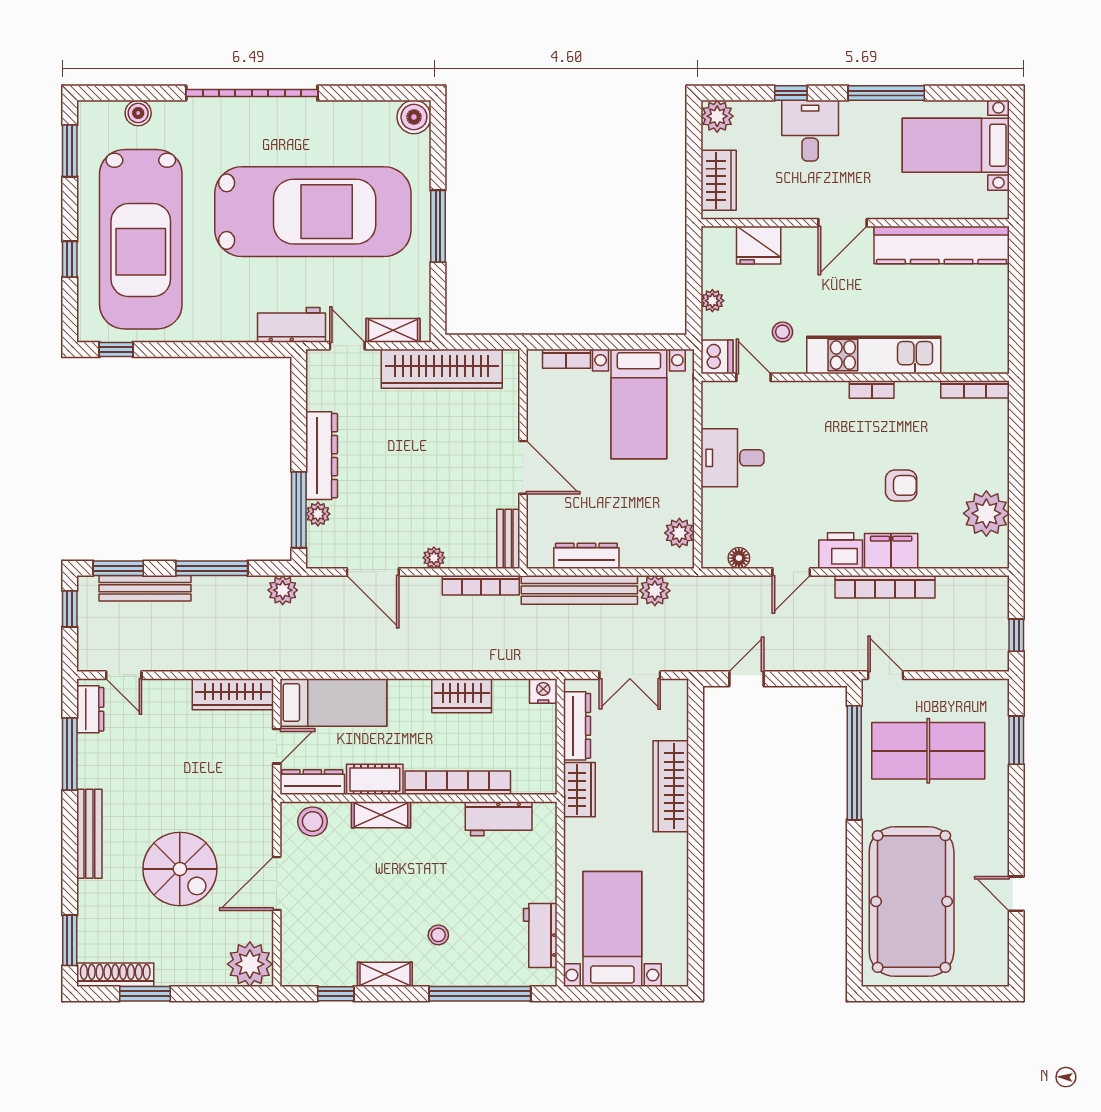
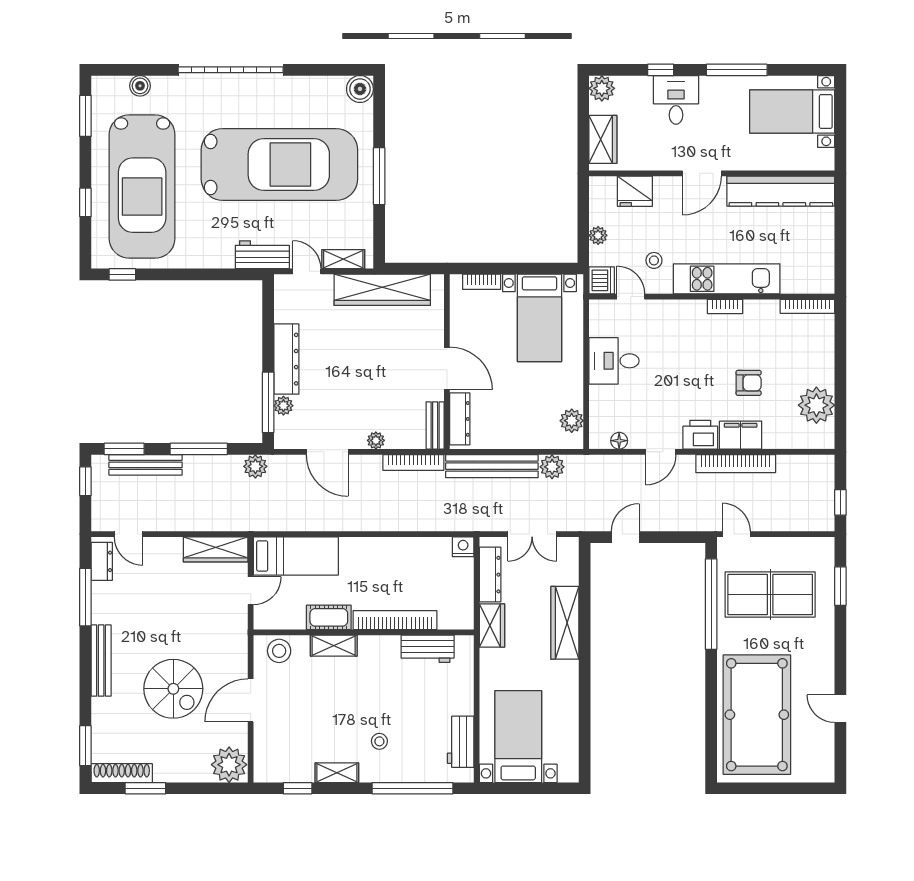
dresser: (586, 556) -> (460, 419), moved, turned 90
wardrobe: (462, 696) -> (398, 551), removed
dresser: (312, 782) -> (279, 620), removed

